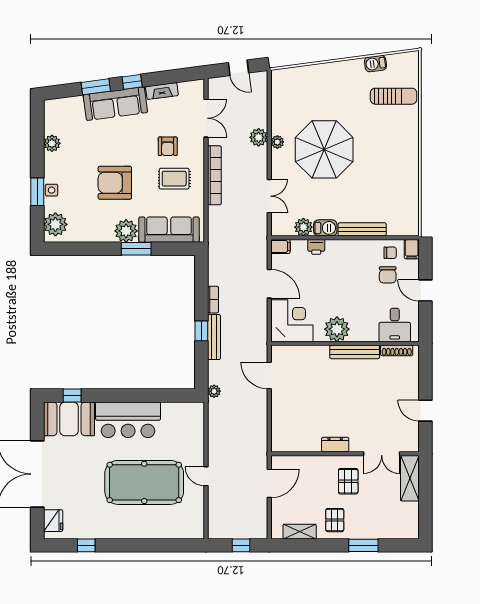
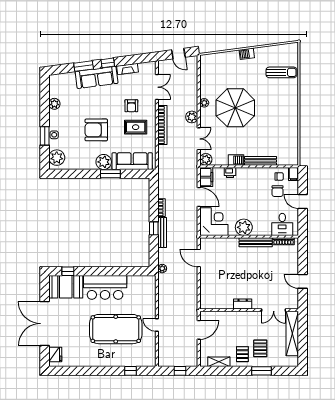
barbecue: (375, 64) -> (247, 54), moved
plant: (259, 137) -> (192, 117), moved
plant: (303, 227) -> (206, 159), moved
filing cabinet: (280, 246) -> (206, 177), width x2.00
shelving: (410, 478) -> (292, 333), width x1.47
pallet: (348, 481) -> (260, 348), moved
window: (86, 545) -> (130, 371), moved

